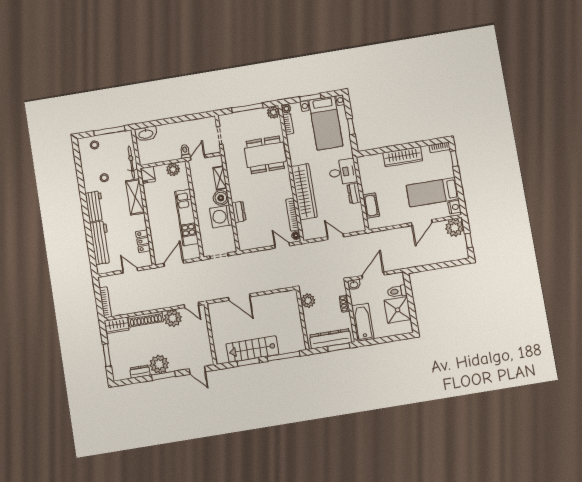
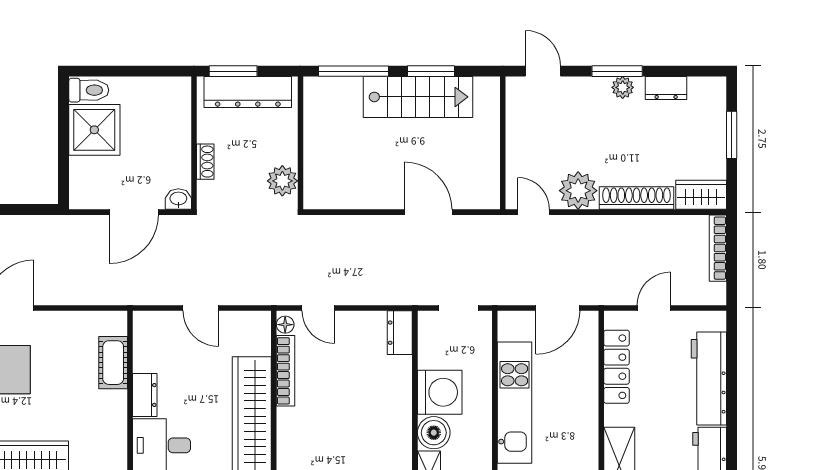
dresser: (239, 212) -> (400, 333), moved
locker: (143, 241) -> (617, 367), width x1.53
door: (130, 270) -> (654, 308), swing flipped
toilet: (397, 291) -> (89, 90), moved
bathtub: (363, 322) -> (173, 116), removed
plant: (159, 364) -> (623, 87), width x0.53, depth x0.53

